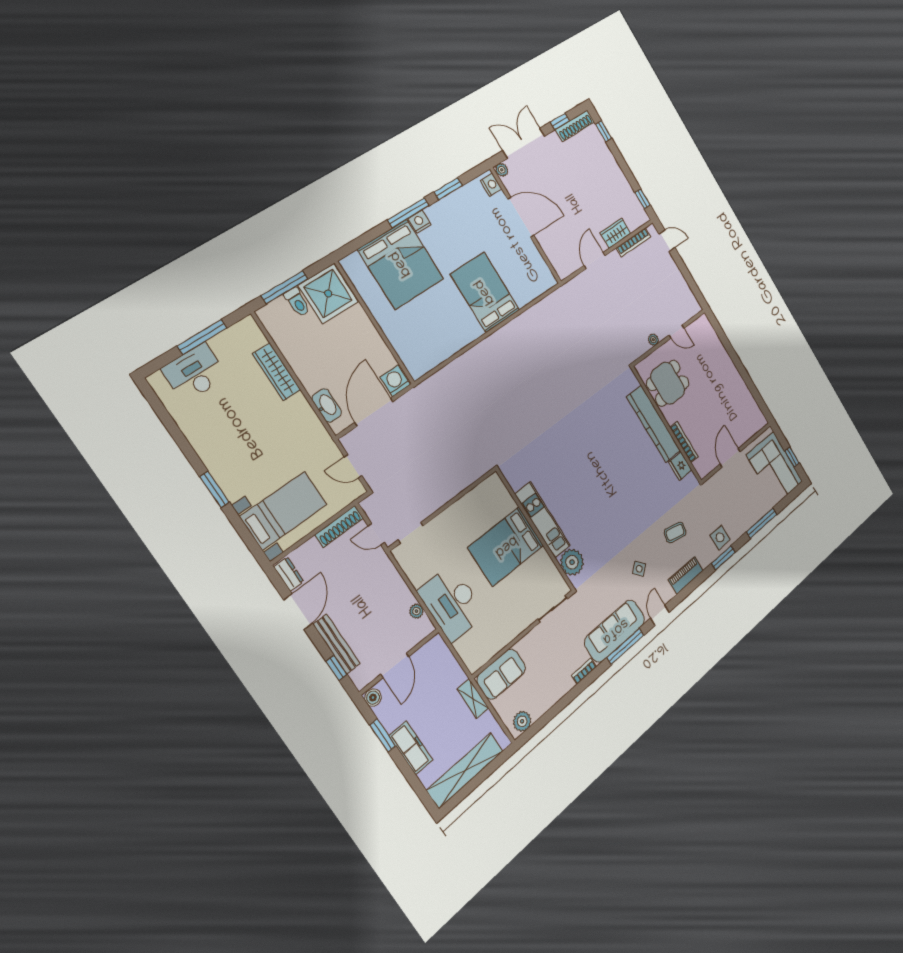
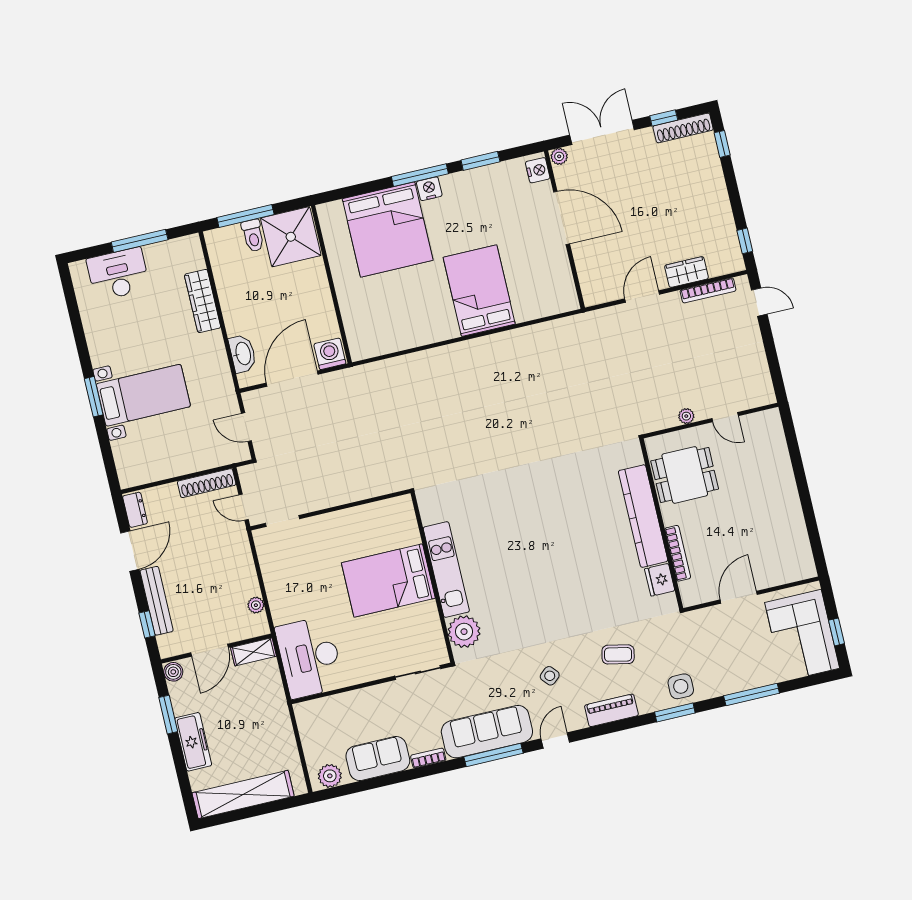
bed with nightstands: (284, 511) -> (143, 395), moved
desk: (452, 603) -> (310, 657), moved
sofa: (501, 674) -> (378, 759), moved, turned 180
shelving: (473, 699) -> (253, 652), moved, turned 90

